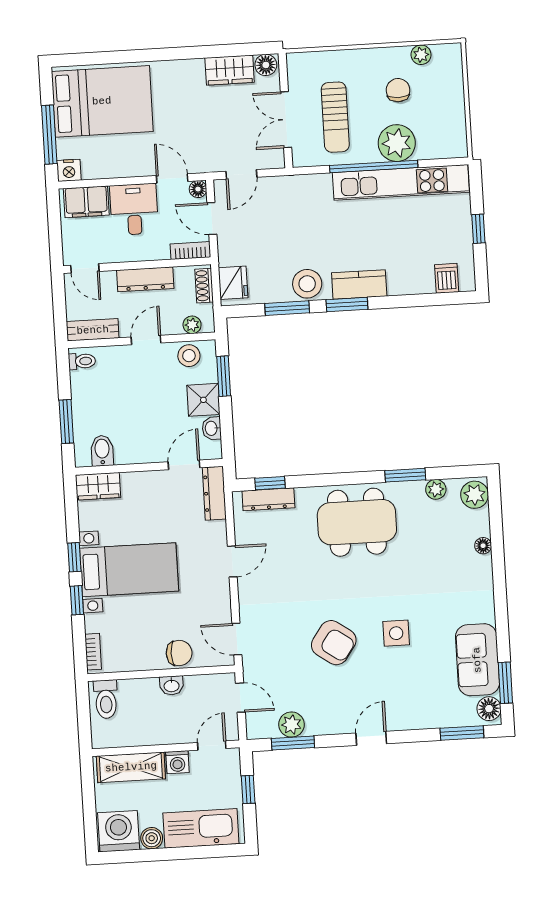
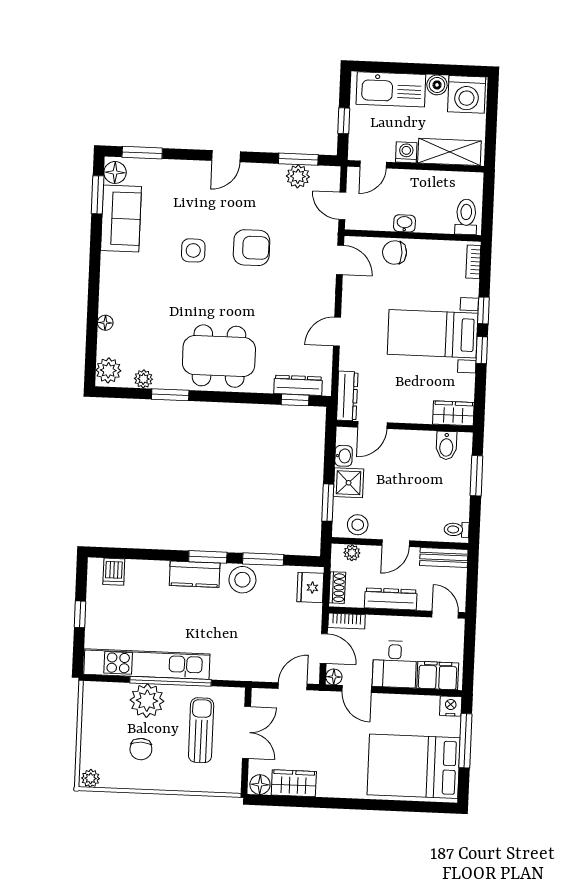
plant: (421, 55) -> (91, 778), moved
armchair: (334, 643) -> (252, 248), turned 145

